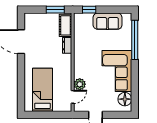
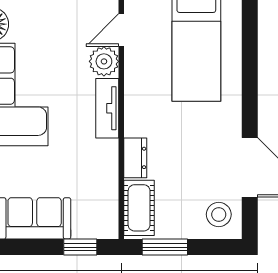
stool: (34, 23) -> (219, 214), added
tv unit: (78, 65) -> (107, 108), added

